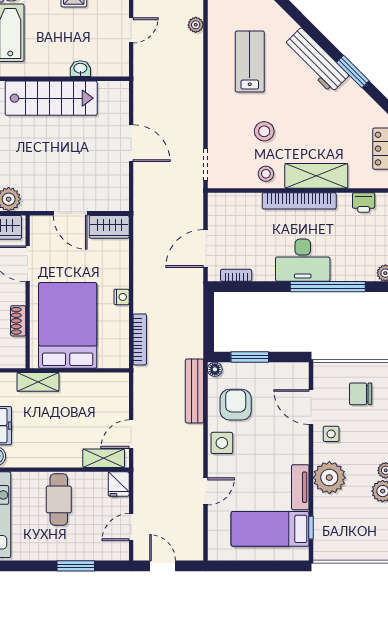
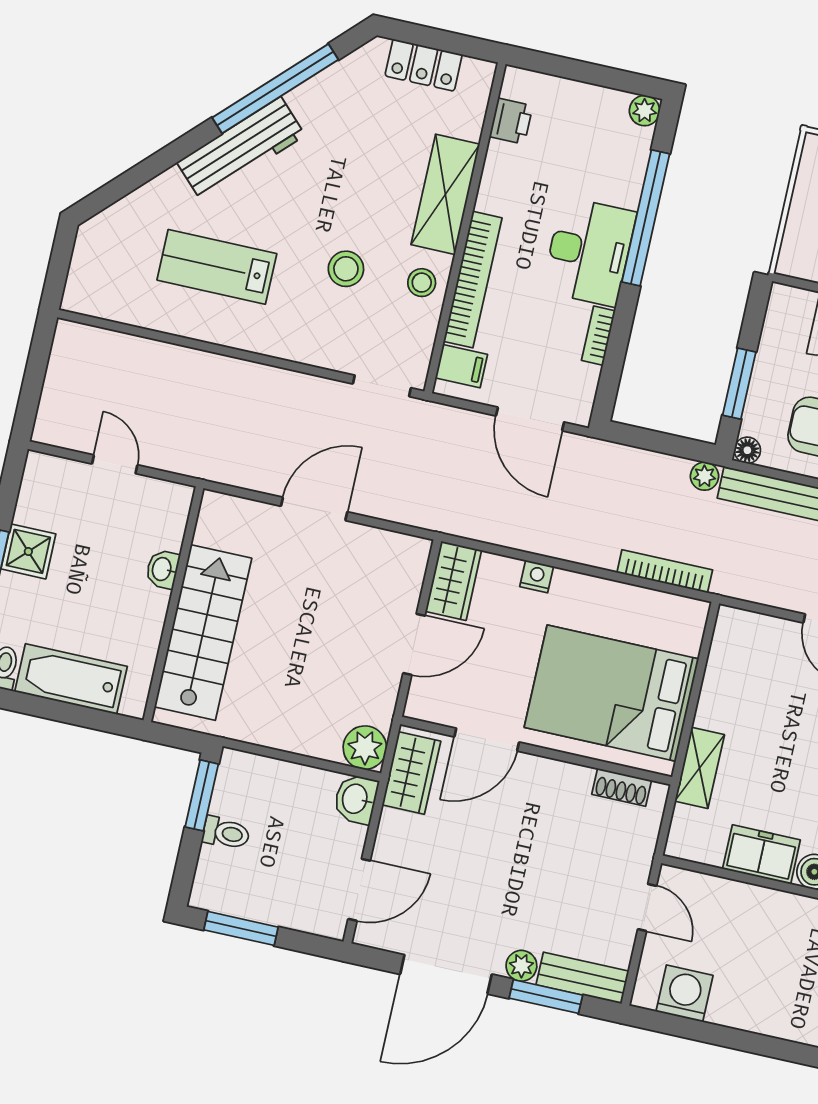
plant: (196, 25) -> (705, 476), moved
window: (353, 72) -> (275, 89), width x2.11
bookcase: (299, 201) -> (473, 280), moved
filing cabinet: (226, 205) -> (461, 366), added
bookcase: (236, 275) -> (598, 336), moved
nightstand: (122, 297) -> (537, 576), moved
shoe rack: (18, 321) -> (622, 787), moved

